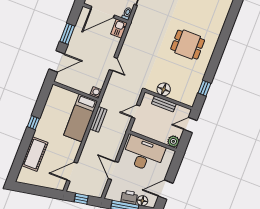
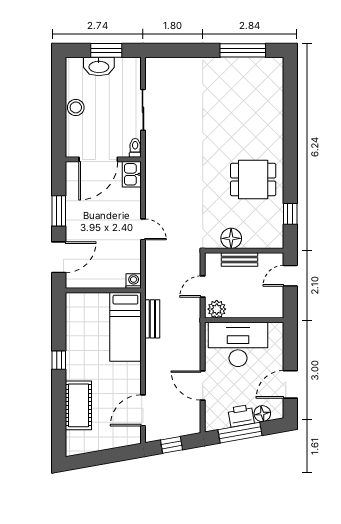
dining table: (188, 45) -> (253, 180), moved
plant: (173, 141) -> (217, 309), moved

